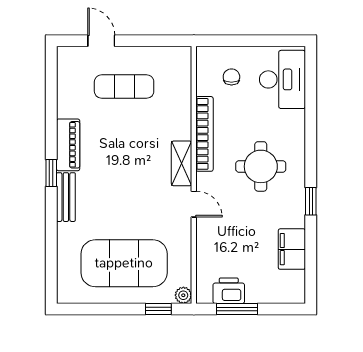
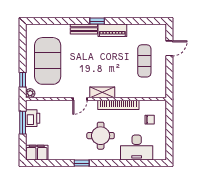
desk: (282, 79) -> (137, 148), moved
filing cabinet: (292, 249) -> (37, 153), moved

